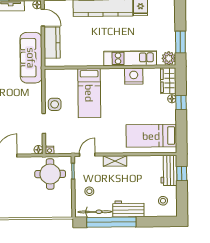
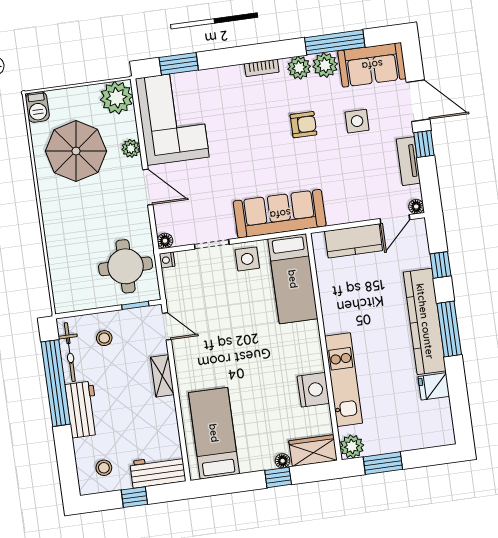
sofa: (31, 58) -> (280, 214), moved
bed: (89, 93) -> (293, 279), moved, turned -90
window: (182, 173) -> (134, 497), moved

